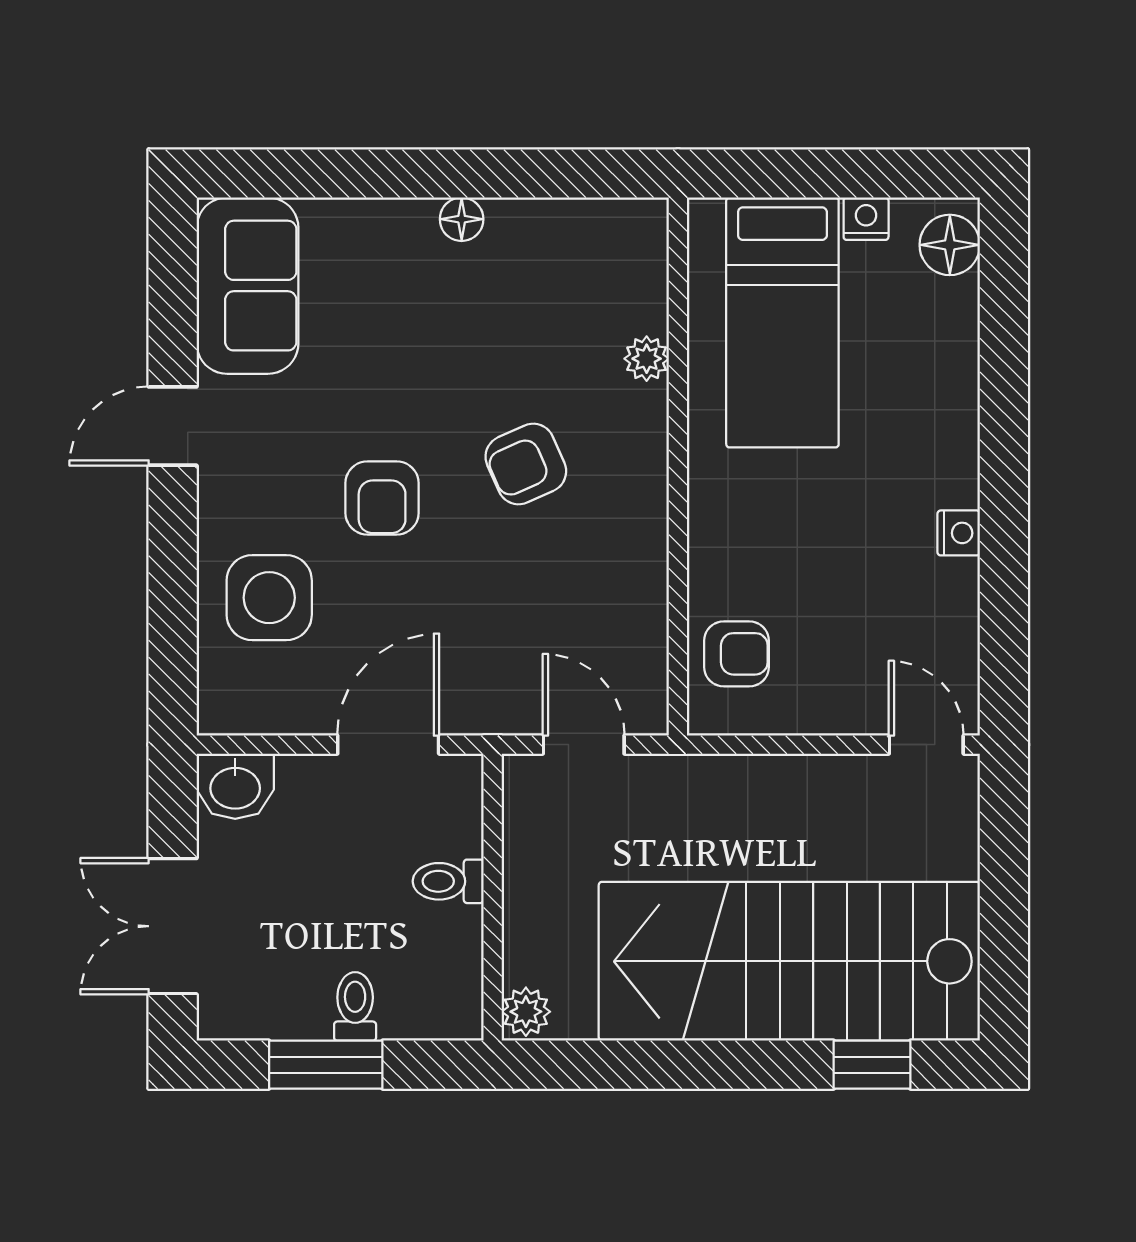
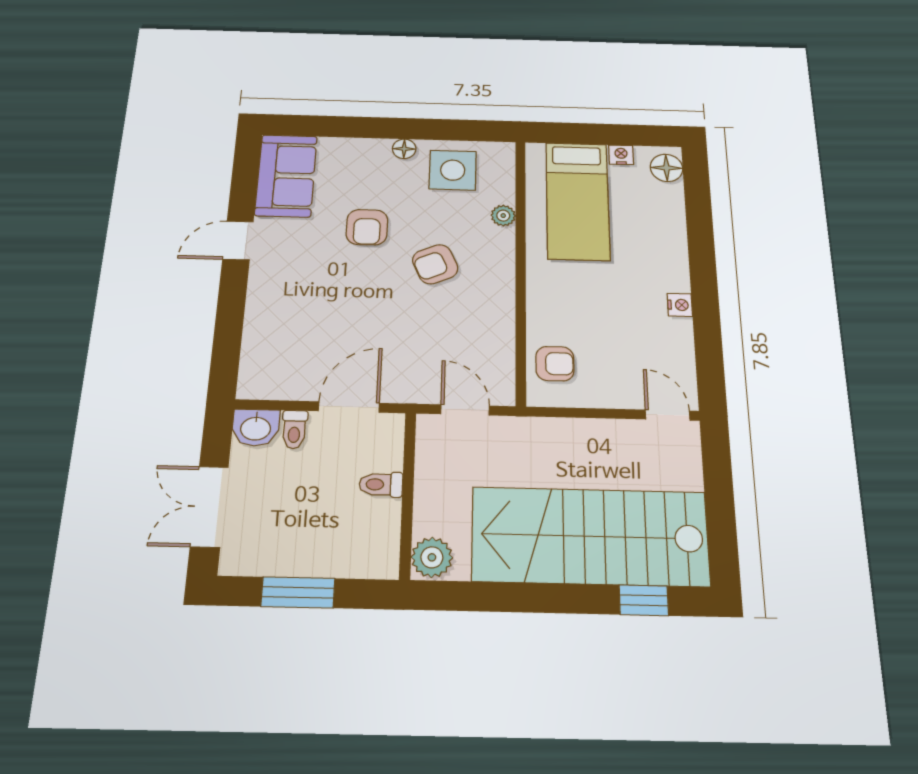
armchair: (382, 498) -> (367, 227), moved
side table: (269, 598) -> (453, 170), moved
toilet: (355, 1006) -> (294, 429), moved, turned 180
plant: (526, 1012) -> (432, 557), width x1.38, depth x1.38

